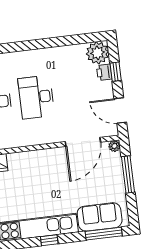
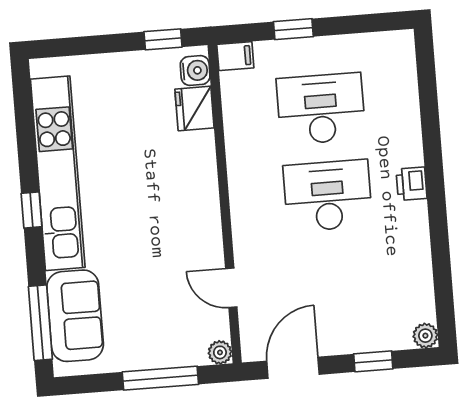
plant: (97, 53) -> (425, 336), width x0.53, depth x0.53
printer: (104, 72) -> (412, 184), moved, turned -90
door: (83, 142) -> (231, 288), width x0.53

